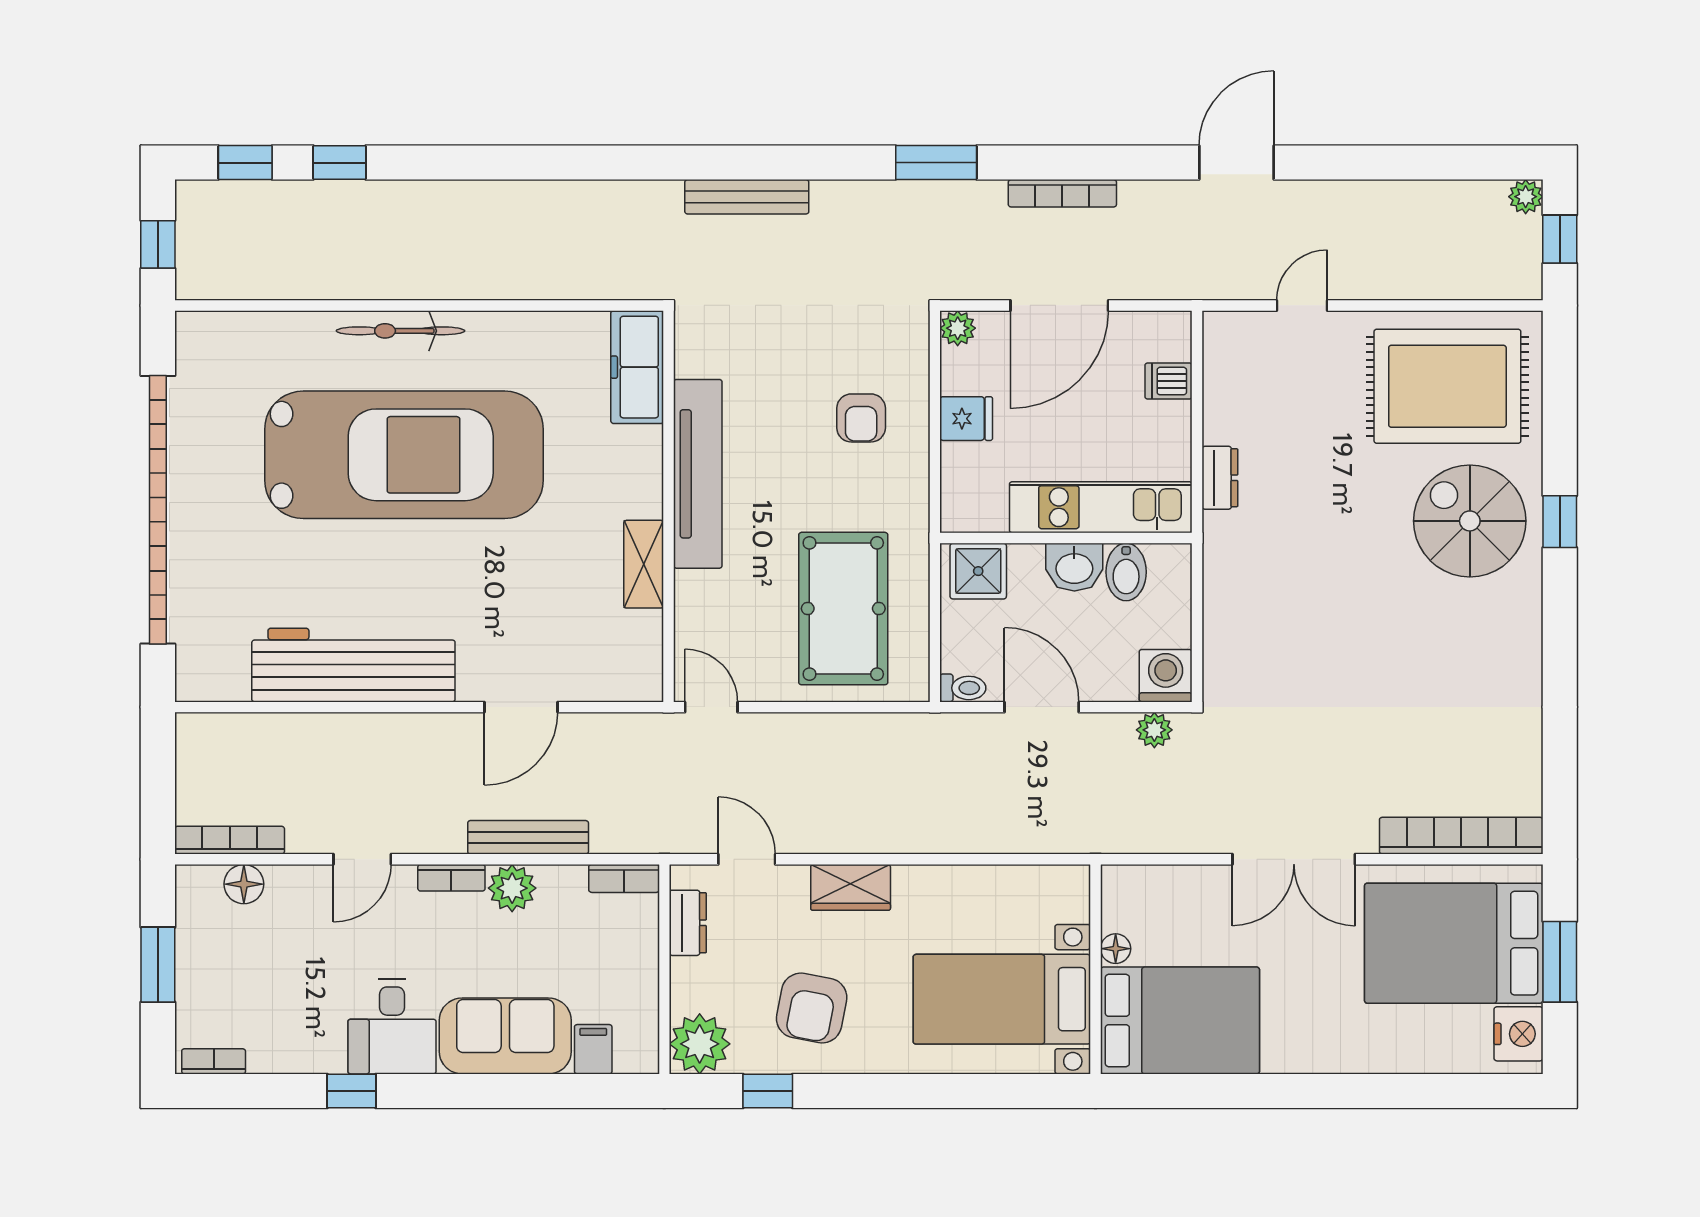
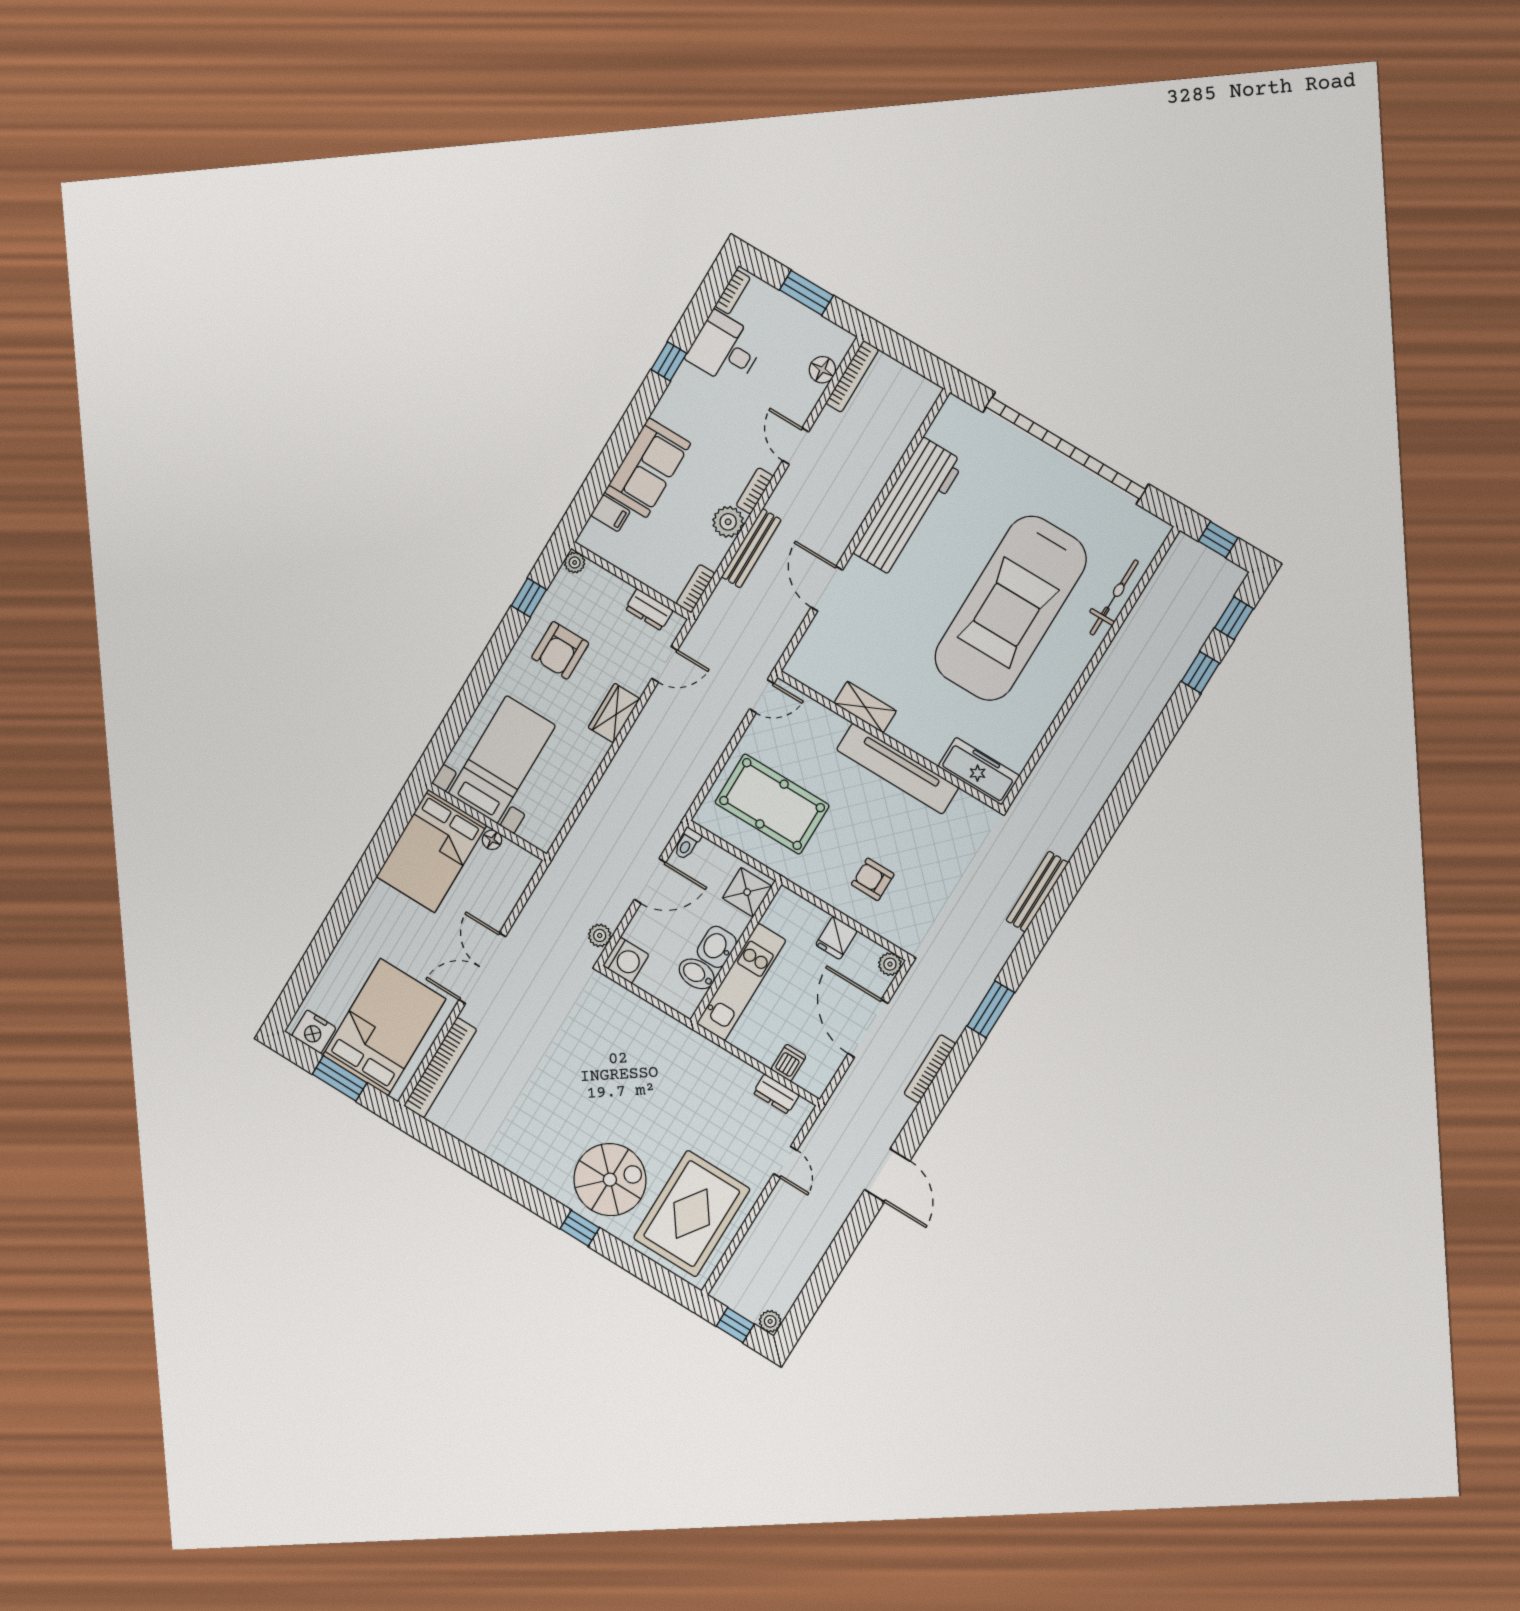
bicycle: (400, 331) -> (1114, 597), moved
dresser: (1220, 478) -> (776, 1094), moved
armchair: (812, 1008) -> (560, 650), turned -101
desk: (392, 1027) -> (725, 349), moved
plant: (700, 1044) -> (575, 562), width x0.53, depth x0.53

